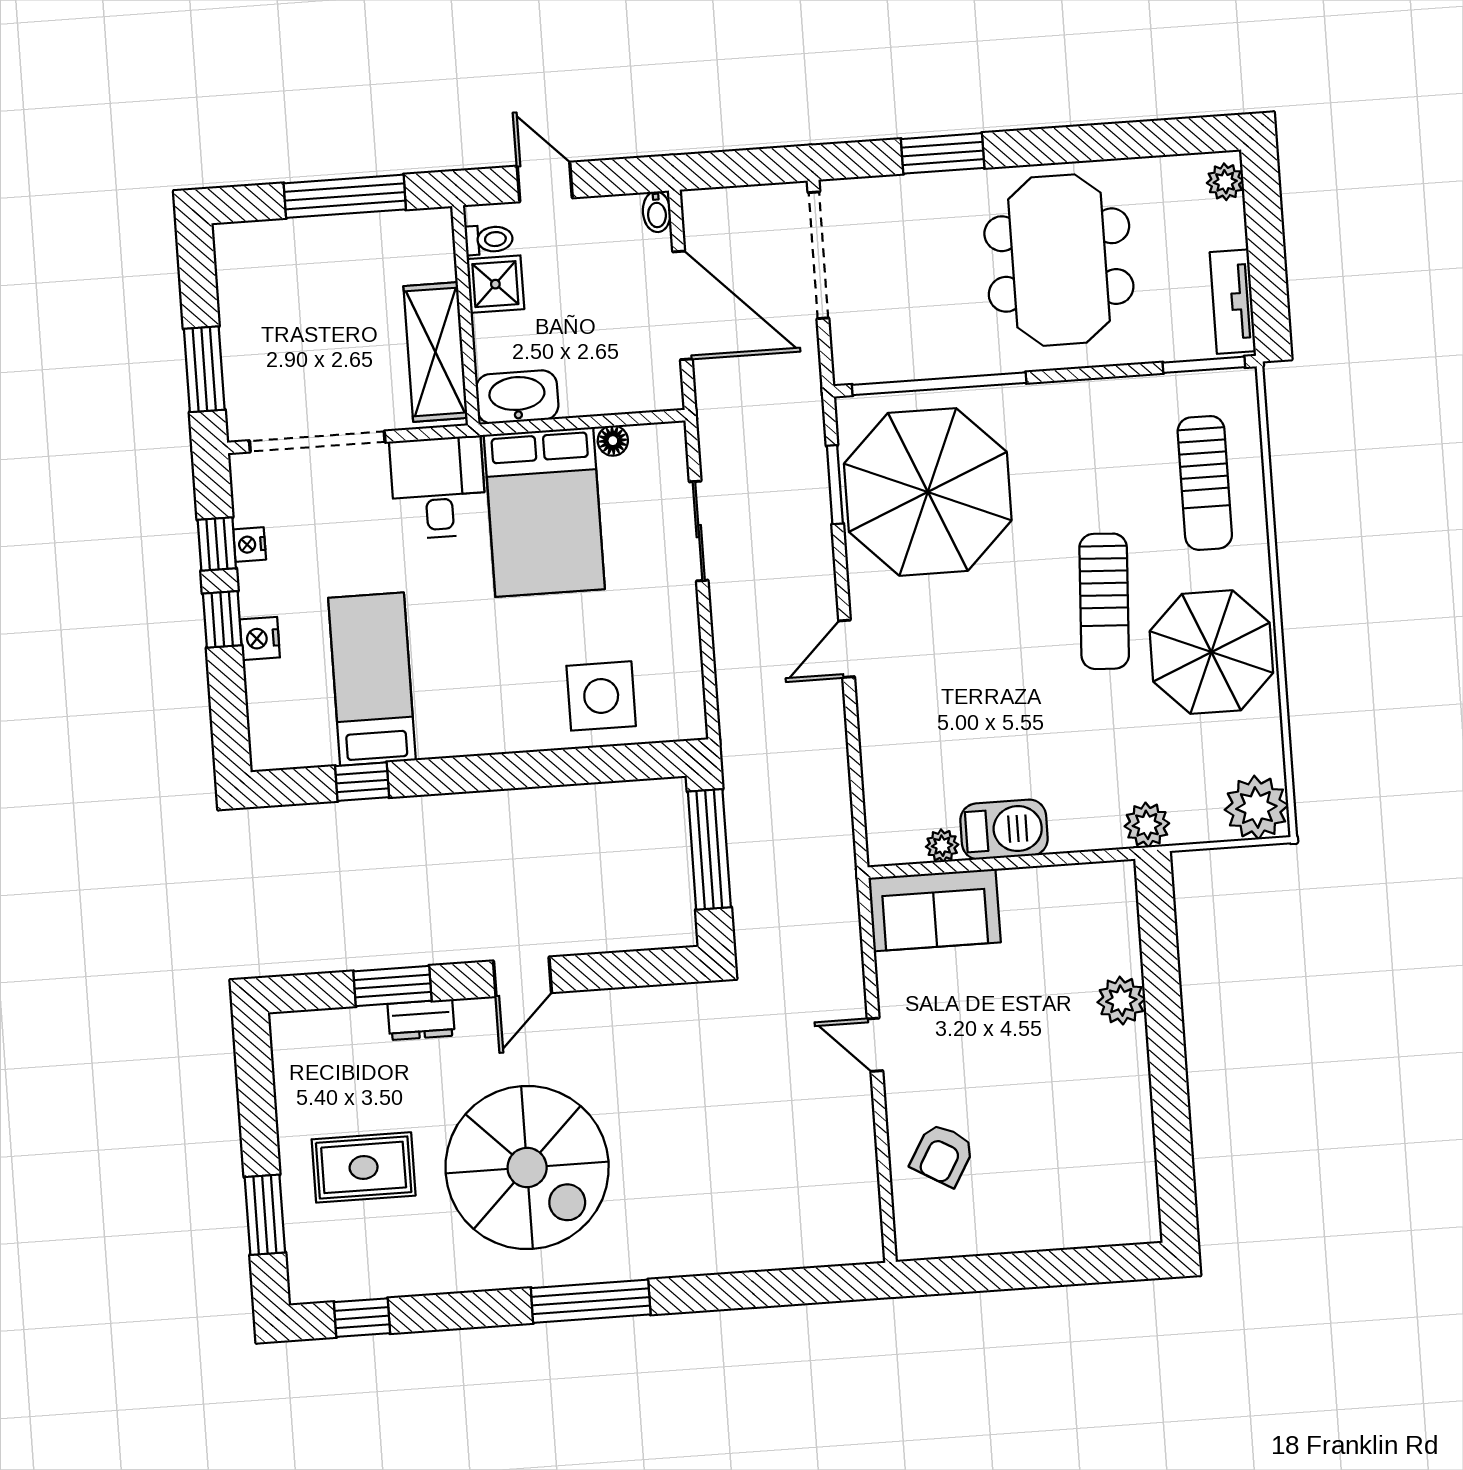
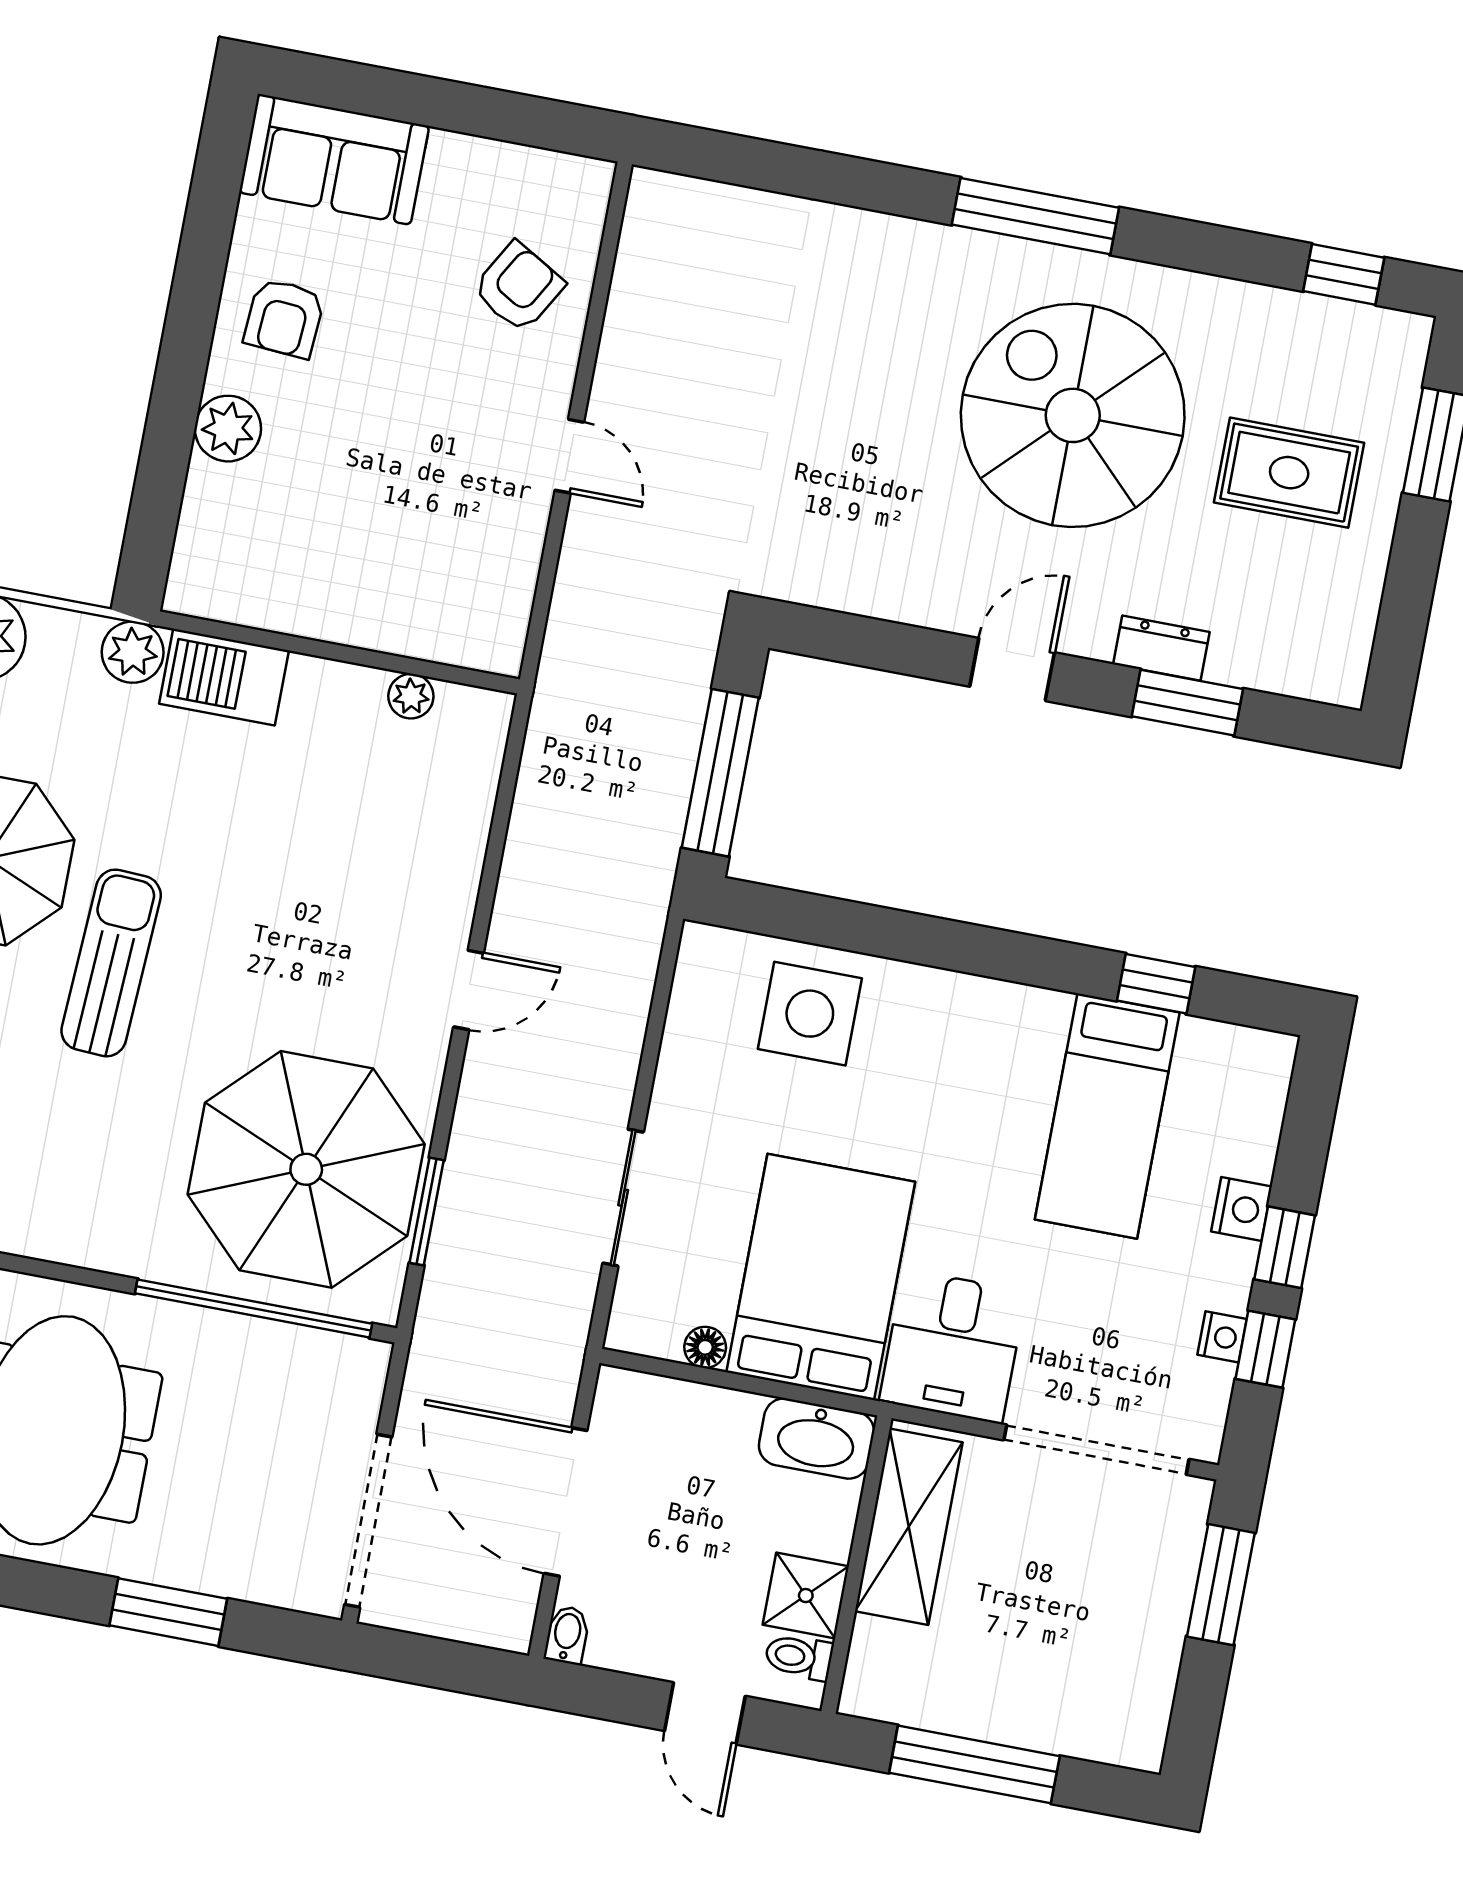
barbecue: (1004, 830) -> (224, 677), moved
sofa: (935, 910) -> (334, 159), moved, turned 180
armchair: (1102, 1089) -> (284, 318), added

